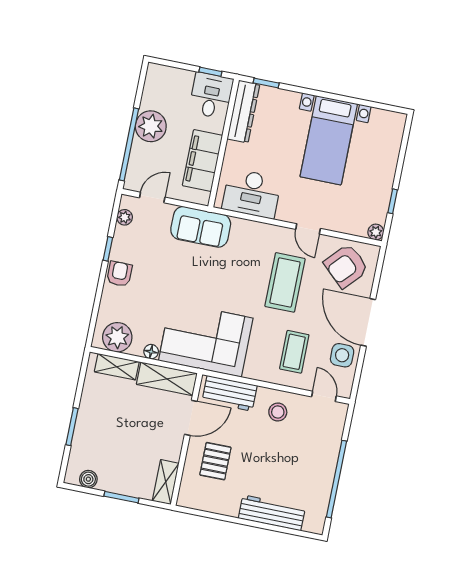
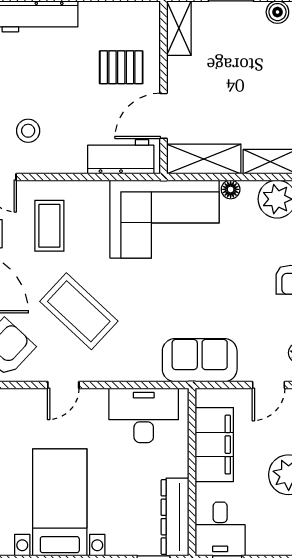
door: (308, 229) -> (63, 385), swing flipped
coffee table: (285, 282) -> (79, 311), turned -47
stool: (278, 412) -> (28, 131), moved
pallet: (215, 461) -> (121, 67), turned 90

